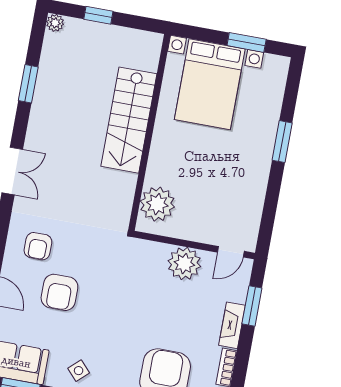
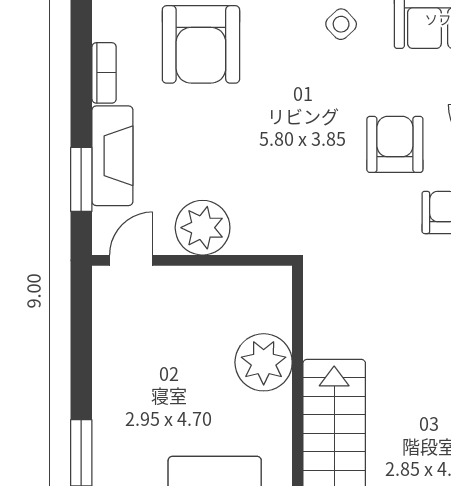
plant: (157, 204) -> (264, 362), moved
fireplace: (232, 325) -> (112, 156), width x1.37, depth x1.32

